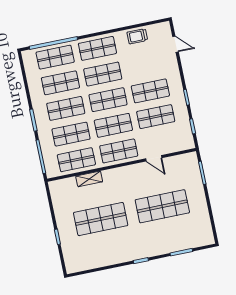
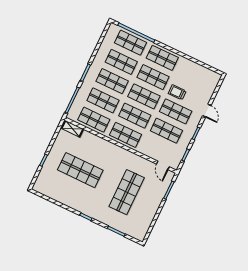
trolley: (137, 36) -> (177, 92), moved
door: (176, 44) -> (207, 111), moved
door: (154, 158) -> (163, 165), moved
shelving: (89, 179) -> (72, 129), moved
shop shelf: (162, 206) -> (127, 192), turned 90

